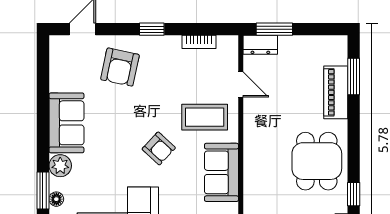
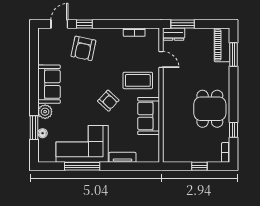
window: (152, 29) -> (84, 24), moved
piano: (336, 92) -> (222, 45), moved

